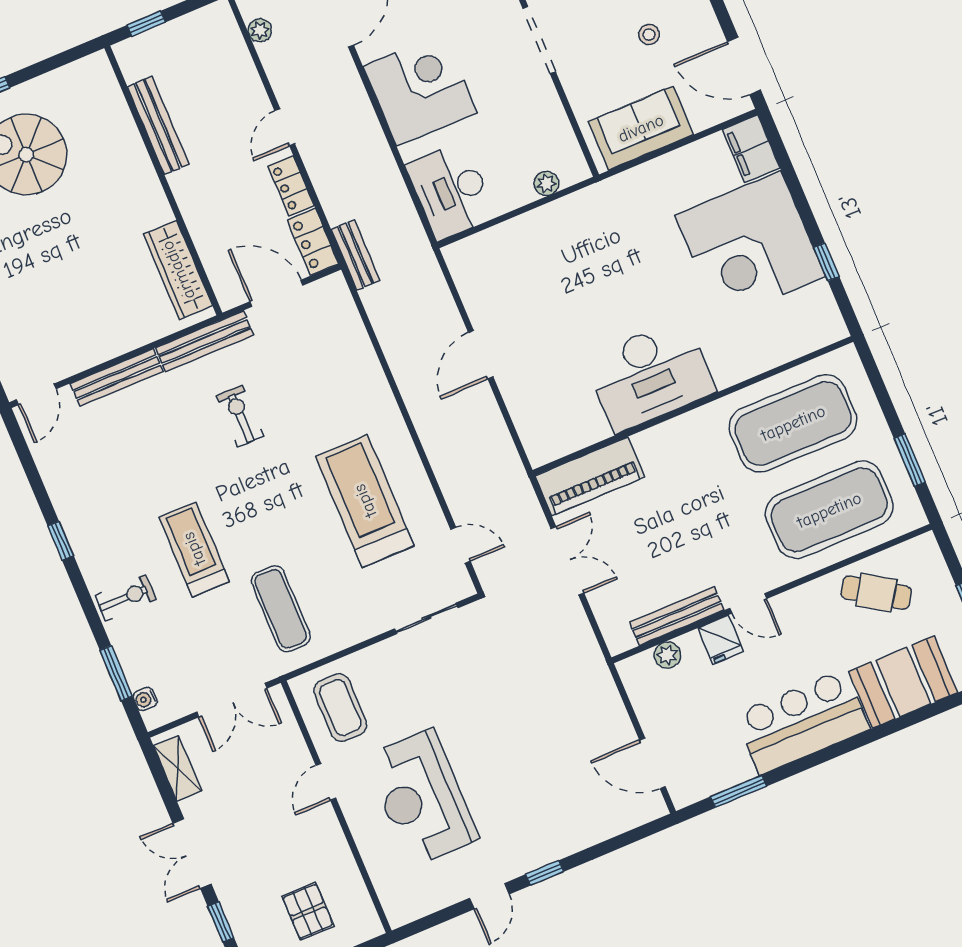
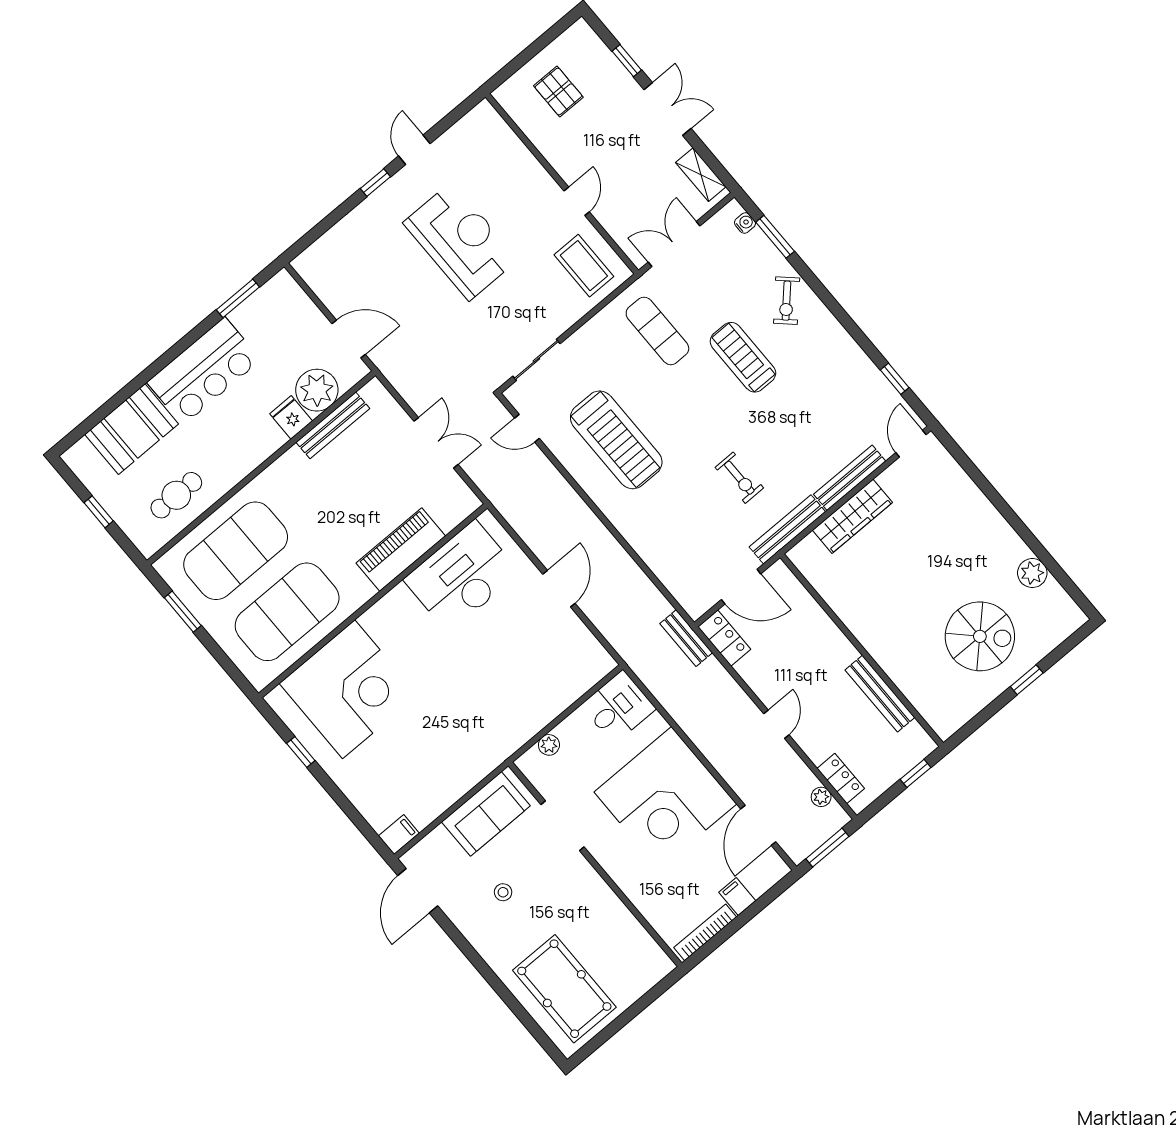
doorway: (539, 40) -> (562, 826), moved
door: (744, 66) -> (418, 891), swing flipped
corner desk: (420, 90) -> (665, 798), width x1.36, depth x1.36
filing cabinet: (751, 149) -> (399, 835), width x0.50
locker: (291, 186) -> (841, 778), moved
desk: (451, 191) -> (618, 707), width x0.73
corner desk: (750, 246) -> (349, 689), moved, turned 90
wardrobe: (178, 270) -> (852, 516), moved, turned 90
desk: (650, 375) -> (462, 576), moved
piano: (590, 476) -> (401, 550), moved
window: (61, 541) -> (895, 379), moved
treadmill: (194, 549) -> (743, 357), turned 180
double door: (567, 561) -> (436, 443), swing flipped
cafe table: (876, 593) -> (176, 495), turned -33
exercise bike: (126, 598) -> (787, 301), turned -47
door: (748, 603) -> (278, 454), removed
plant: (667, 655) -> (317, 390), width x1.88, depth x1.88
door: (652, 763) -> (349, 339), moved
reception desk: (422, 798) -> (461, 241), moved

